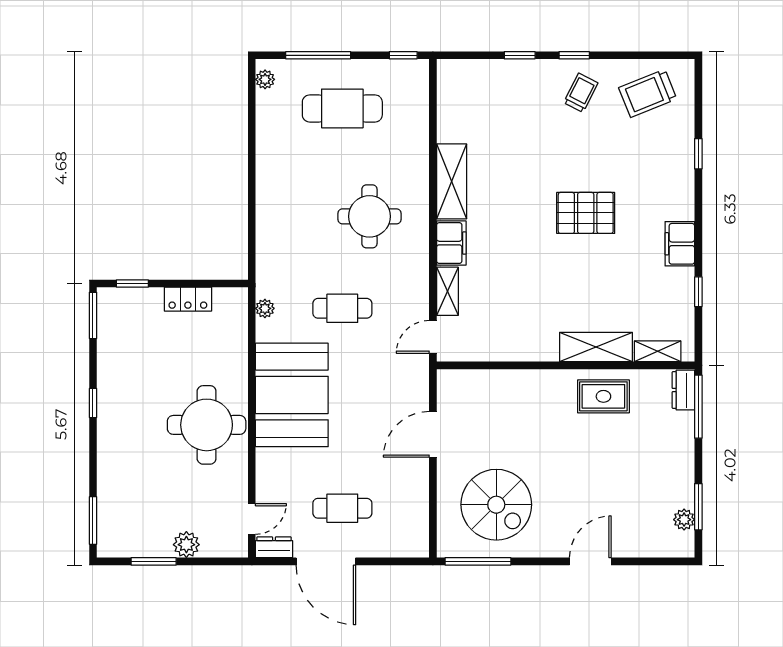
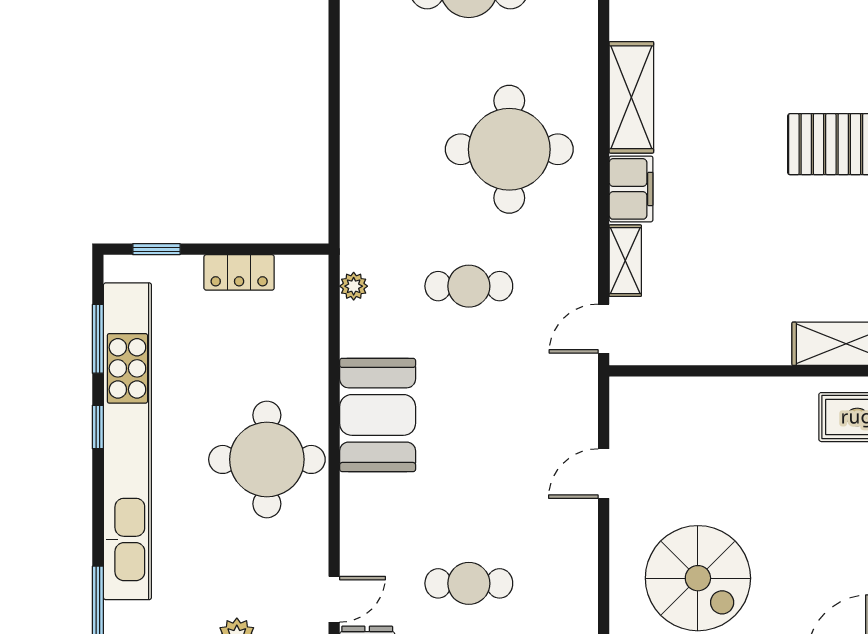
round table: (369, 216) -> (509, 149), width x1.36, depth x1.36
window: (93, 315) -> (98, 339), moved
booth: (292, 395) -> (378, 415), width x0.73, depth x0.70
kitchen unit: (113, 413) -> (127, 441), added
door: (433, 434) -> (604, 474), width x0.73

